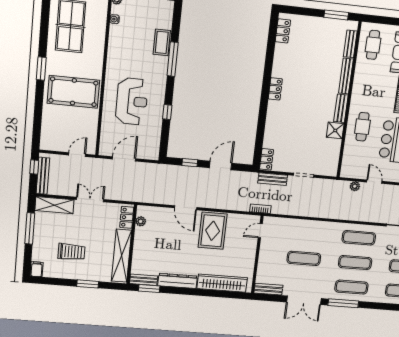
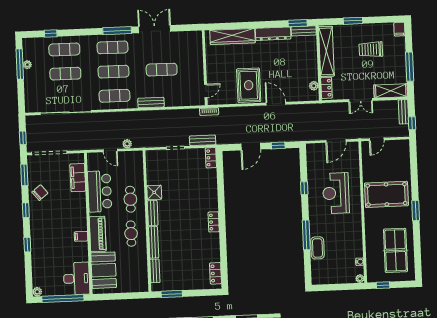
cafe table: (373, 45) -> (131, 234), moved
bench: (43, 176) -> (403, 112), width x0.73
bench: (268, 289) -> (151, 103), moved

